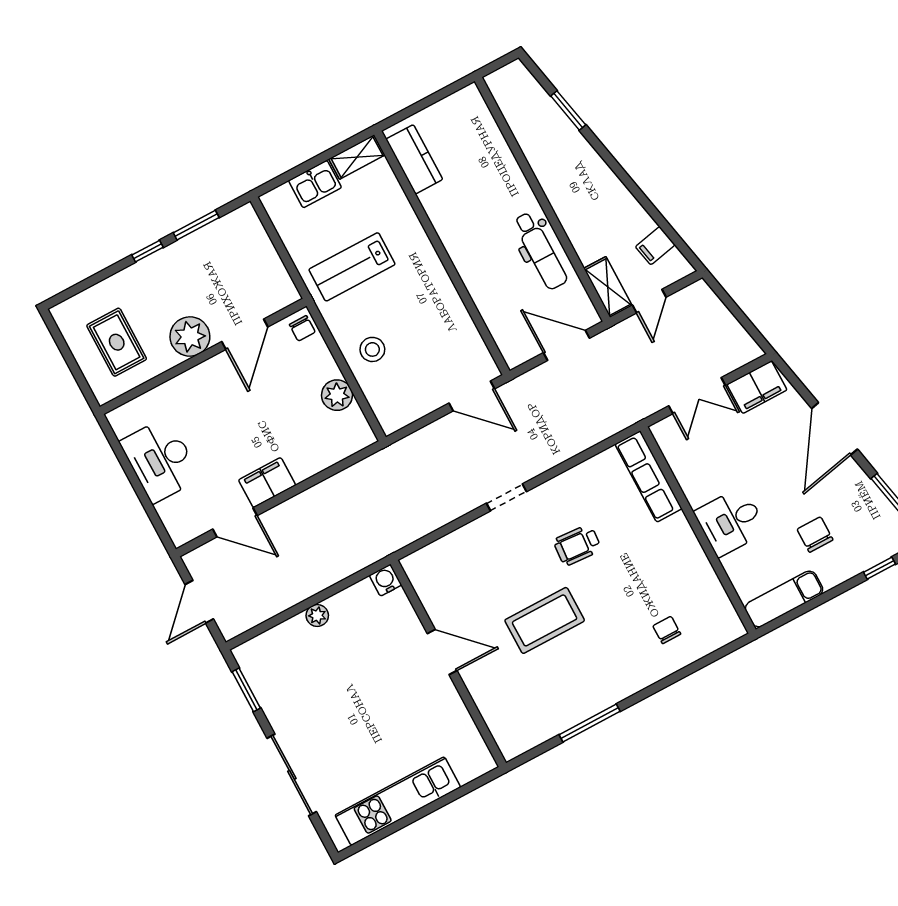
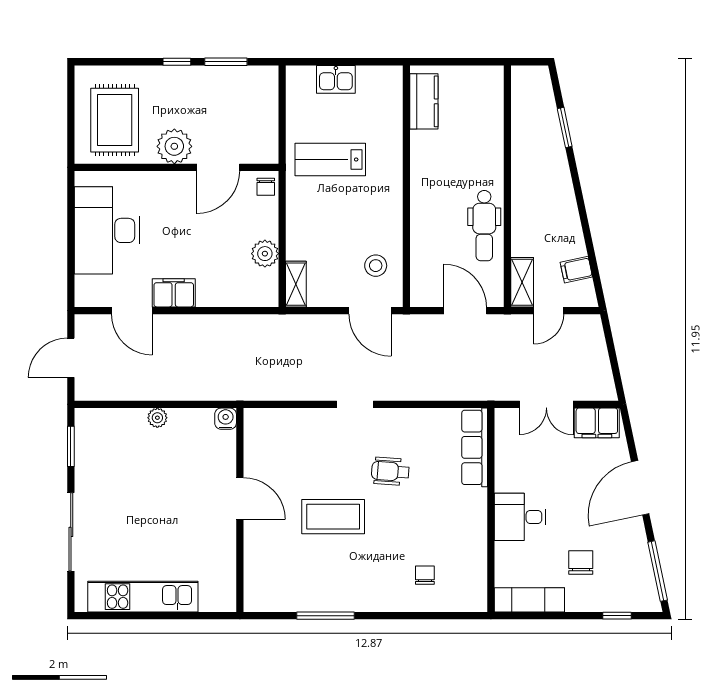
shelving: (357, 157) -> (296, 284), moved, turned 90
rug: (117, 342) -> (115, 120), width x1.36, depth x1.43
stool: (372, 349) -> (376, 266), moved
desk: (160, 460) -> (107, 230), width x1.36, depth x1.30

